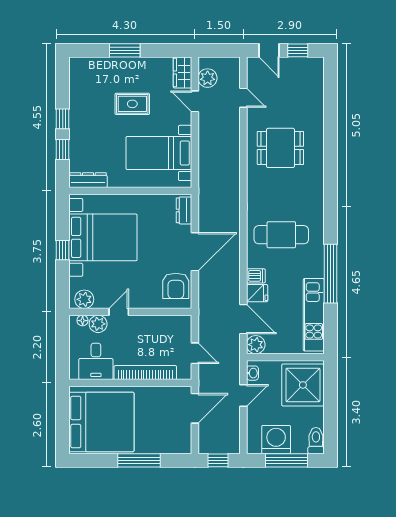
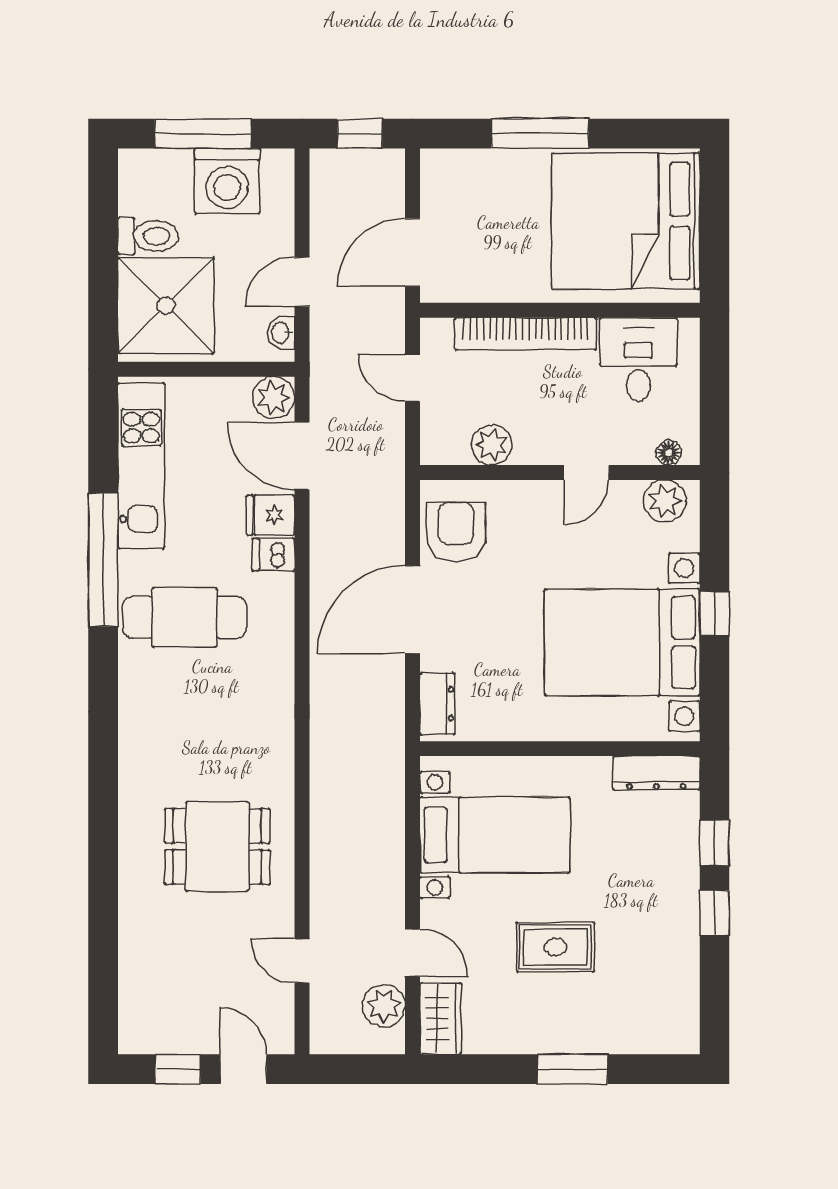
cafe table: (281, 235) -> (185, 617), moved
plant: (98, 324) -> (492, 445), moved
toilet: (316, 441) -> (148, 236), moved, turned -90

